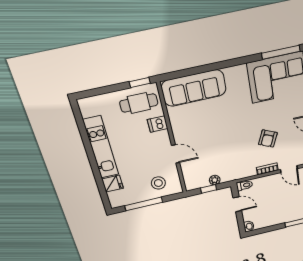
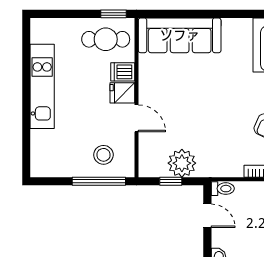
plant: (215, 180) -> (182, 163), width x1.88, depth x1.88
fridge: (113, 184) -> (122, 93), moved, turned 180
window: (144, 204) -> (99, 181), moved

